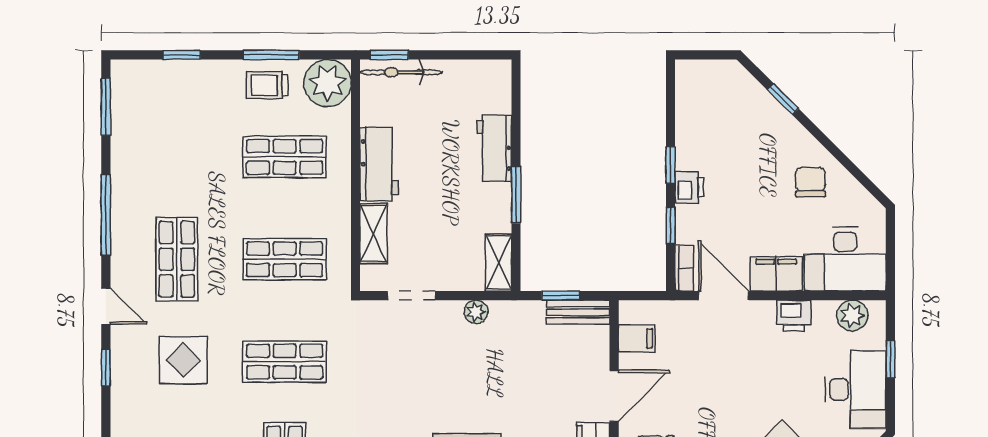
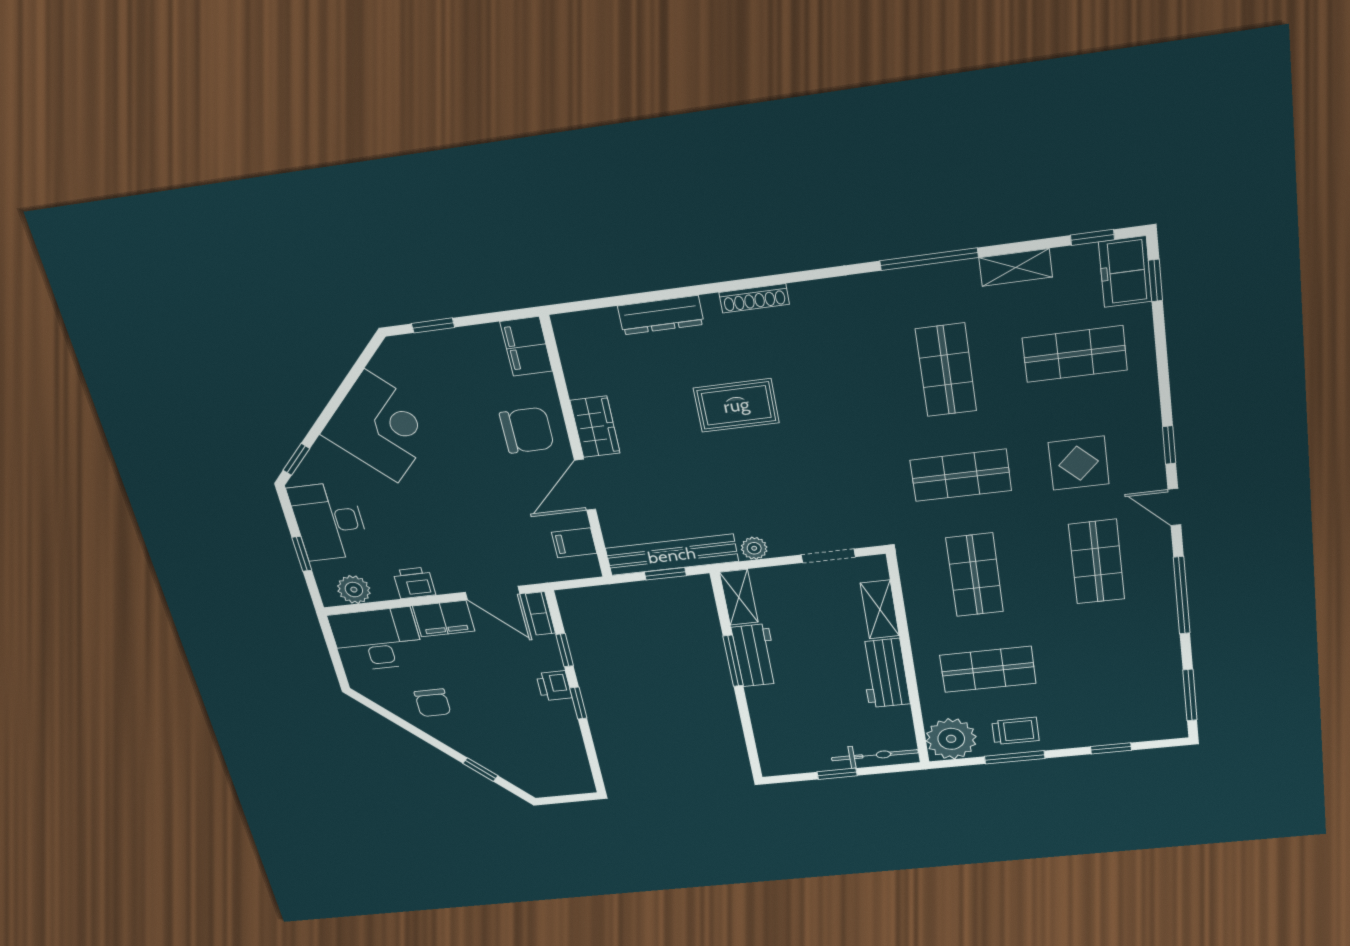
window: (389, 55) -> (837, 774), moved
workbench: (494, 148) -> (755, 655), moved
shop shelf: (285, 259) -> (975, 575), turned 90
bench: (578, 312) -> (672, 555), width x1.86, depth x1.21

